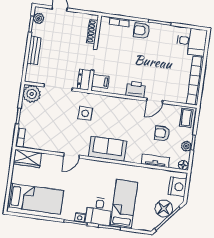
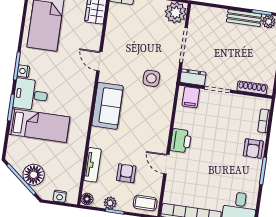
armchair: (142, 30) -> (253, 149), turned 180
bench: (34, 50) -> (244, 18), moved
nightstand: (178, 187) -> (60, 196), width x0.53, depth x0.56

